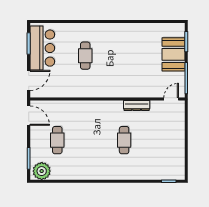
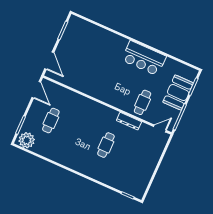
bar counter: (42, 48) -> (144, 58), moved, turned 90
cafe table: (85, 56) -> (143, 102), moved
door: (29, 80) -> (49, 61), hinge flipped

